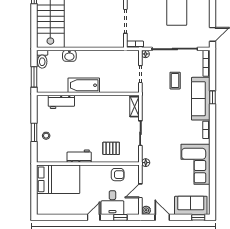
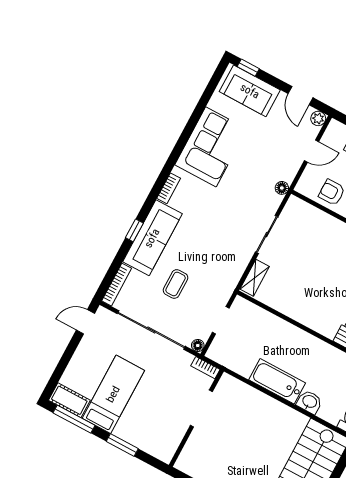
bathtub: (84, 85) -> (277, 381), moved, turned 180
pallet: (111, 148) -> (321, 235), removed

